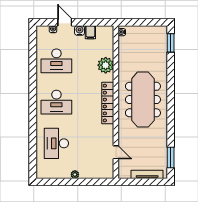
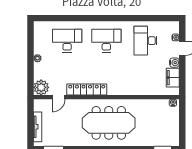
filing cabinet: (90, 32) -> (173, 78), width x2.00
plant: (106, 65) -> (41, 87), moved
desk: (56, 102) -> (106, 41), turned 90
locker: (108, 103) -> (87, 89), moved

